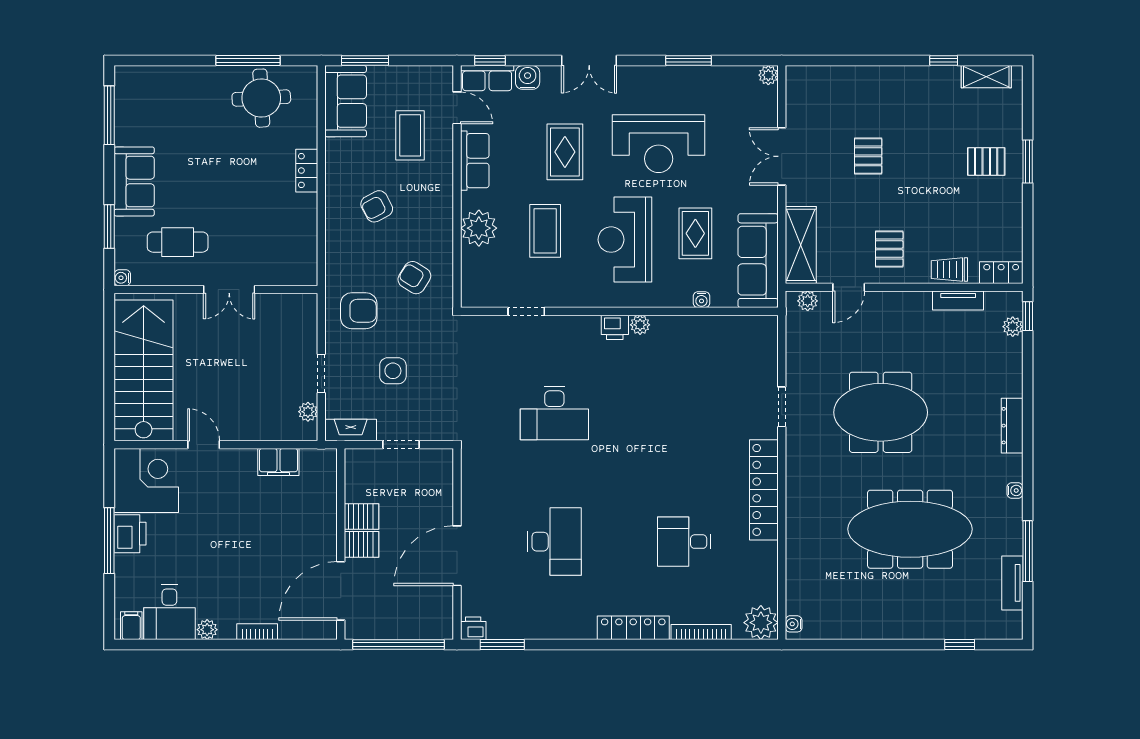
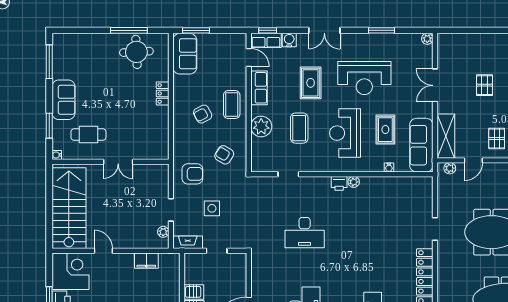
coffee table: (410, 135) -> (232, 105), moved

